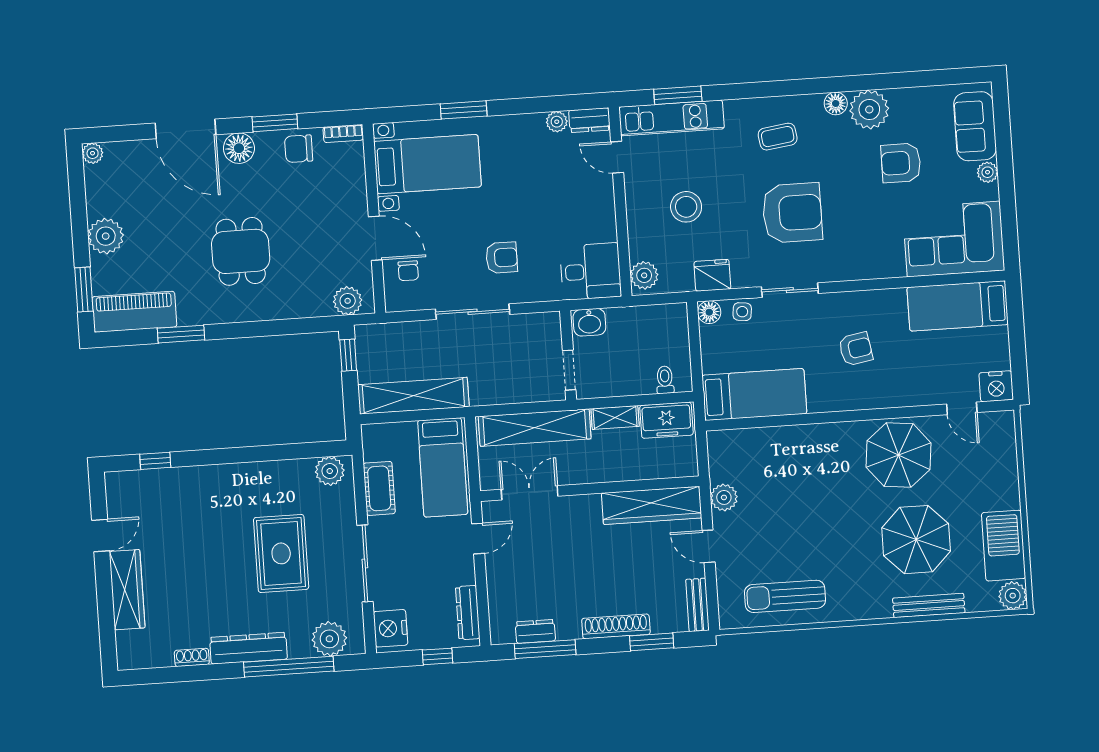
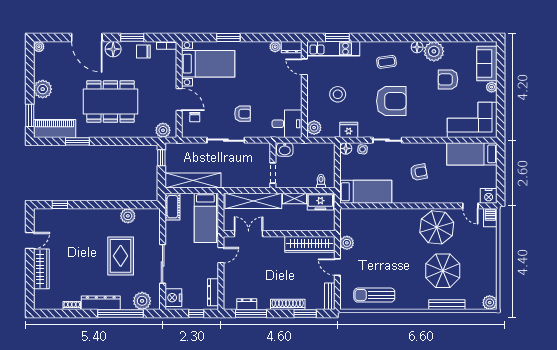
dining table: (241, 251) -> (110, 101), width x1.88, depth x1.24
plant: (330, 471) -> (128, 216), moved
cot: (379, 488) -> (172, 207), moved
barbecue: (1004, 546) -> (490, 218), moved, width x0.53, depth x0.65

